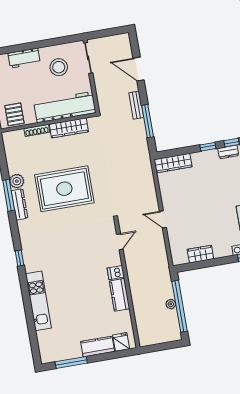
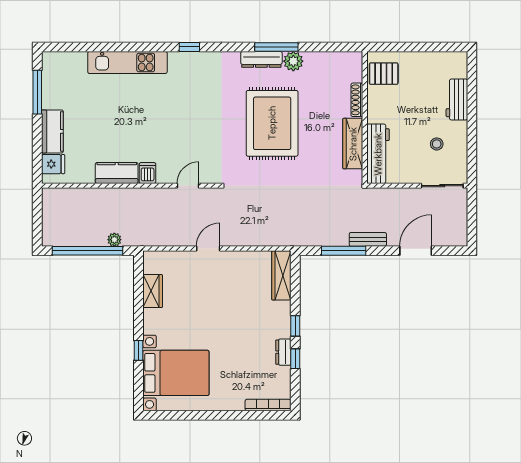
stool: (59, 67) -> (437, 144), width x0.53, depth x0.53
workbench: (65, 107) -> (378, 154), width x0.73, depth x0.76
door: (120, 242) -> (188, 186), swing flipped
plant: (171, 304) -> (114, 240), moved

